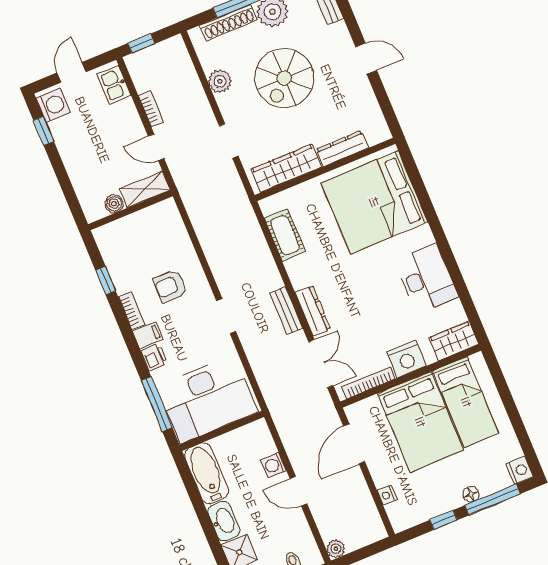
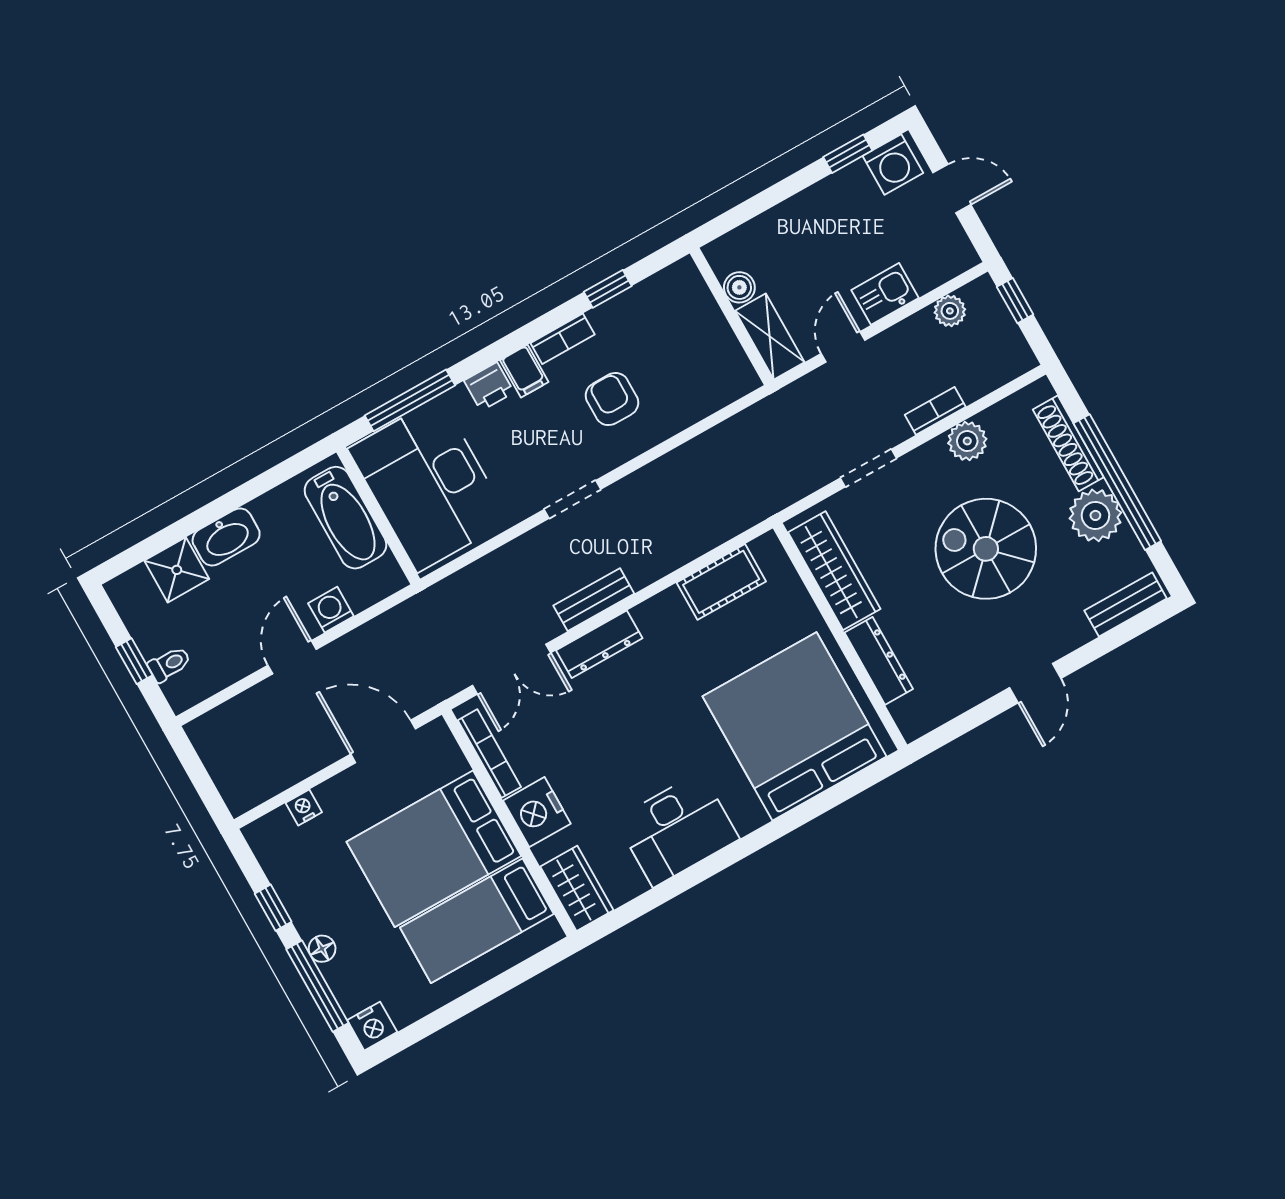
kitchen sink: (114, 85) -> (885, 294), moved
bookcase: (151, 109) -> (935, 411), moved, turned 180
bathtub: (206, 473) -> (345, 518), moved, turned 90
plant: (336, 549) -> (950, 311), moved

